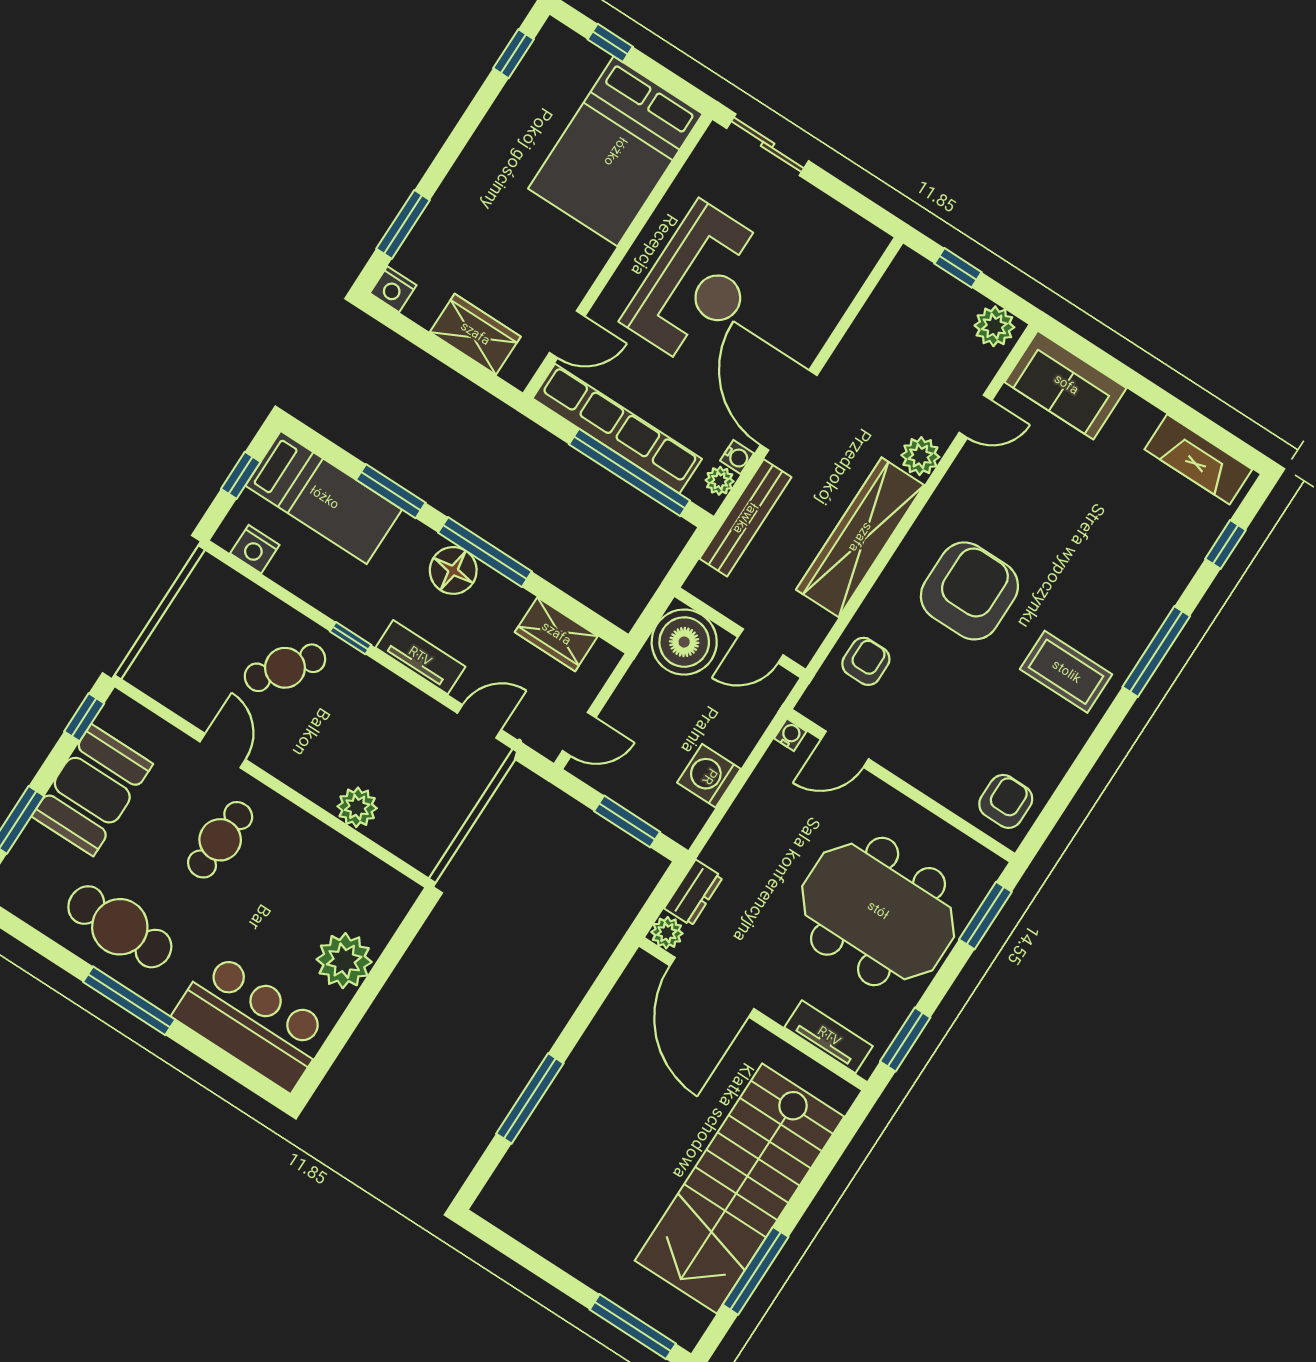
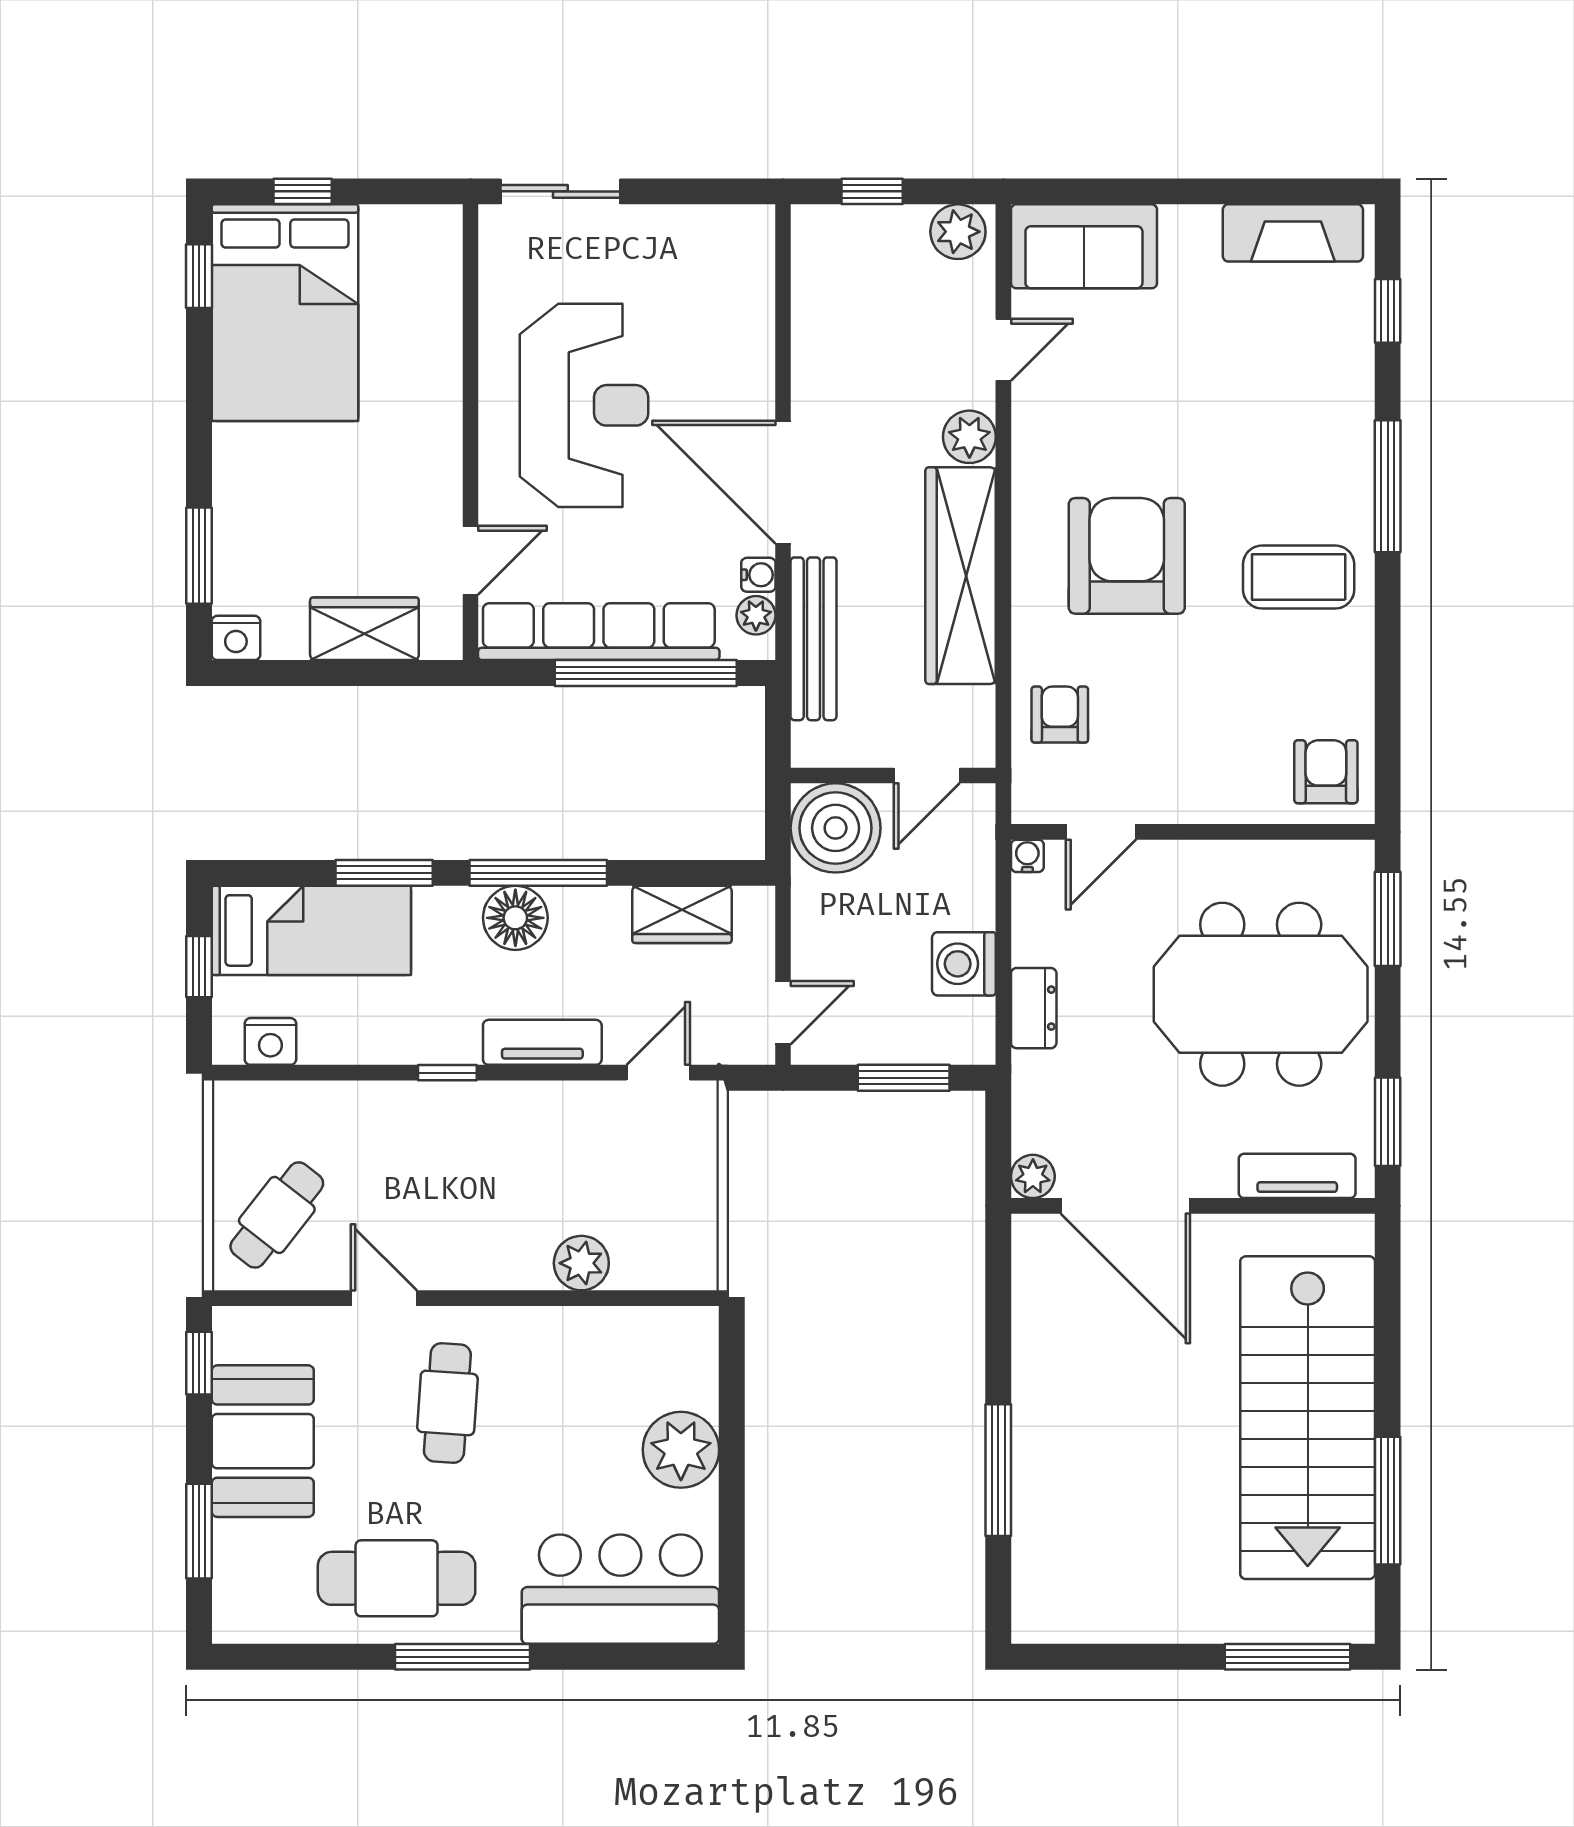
bed: (615, 151) -> (285, 313), moved
cafe table: (285, 668) -> (277, 1215), moved
dresser: (694, 893) -> (1034, 1008), moved

